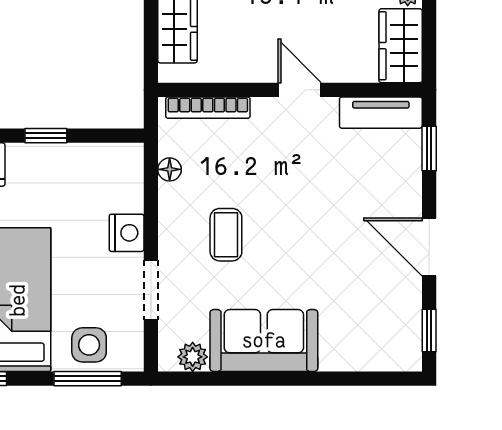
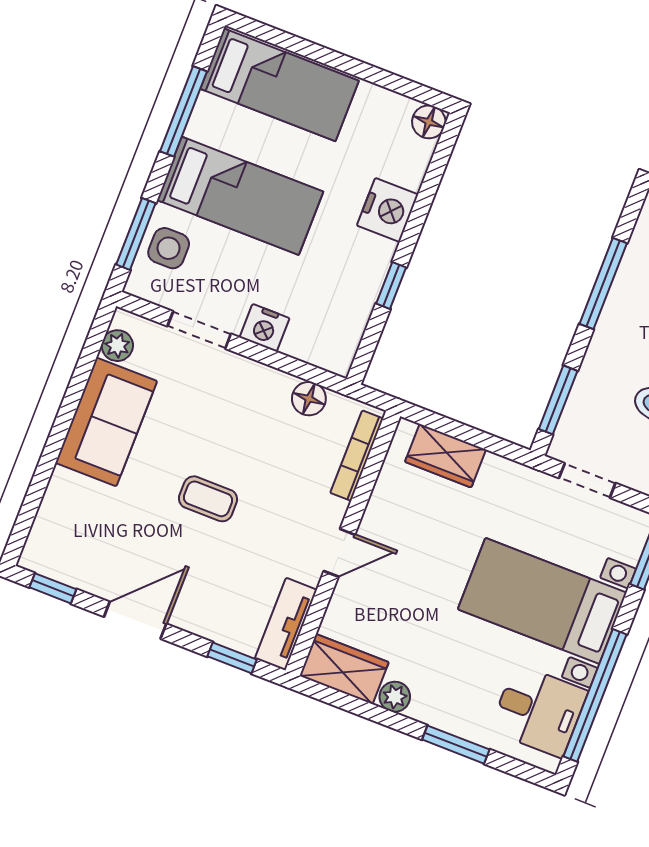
floor lamp: (170, 169) -> (309, 399), width x1.37, depth x1.37
coffee table: (226, 235) -> (208, 499), moved

